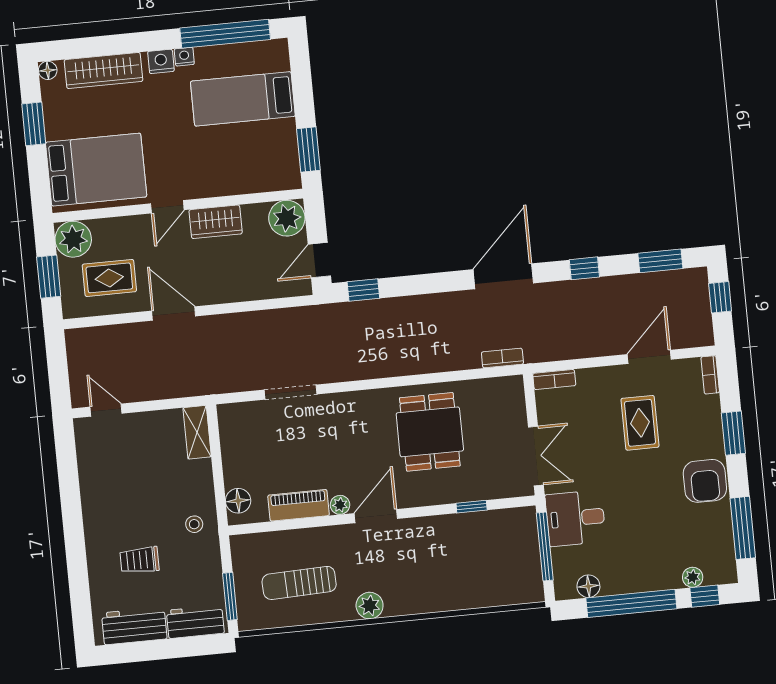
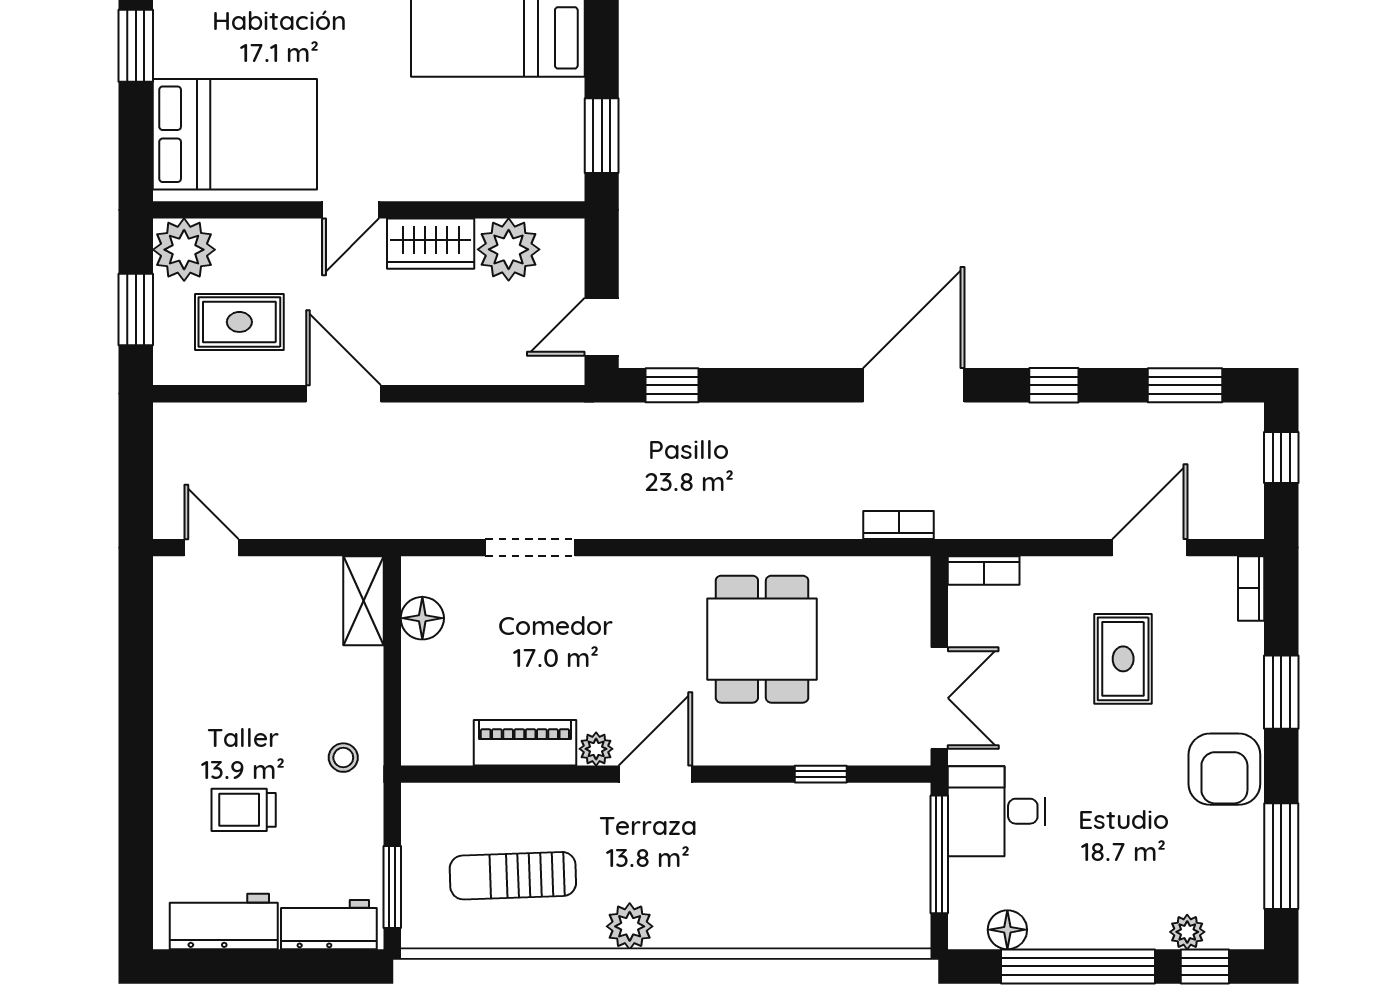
plant: (287, 218) -> (509, 249), moved
floor lamp: (238, 501) -> (422, 618), moved

